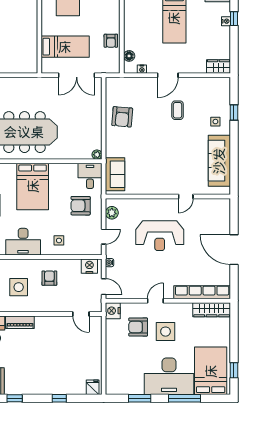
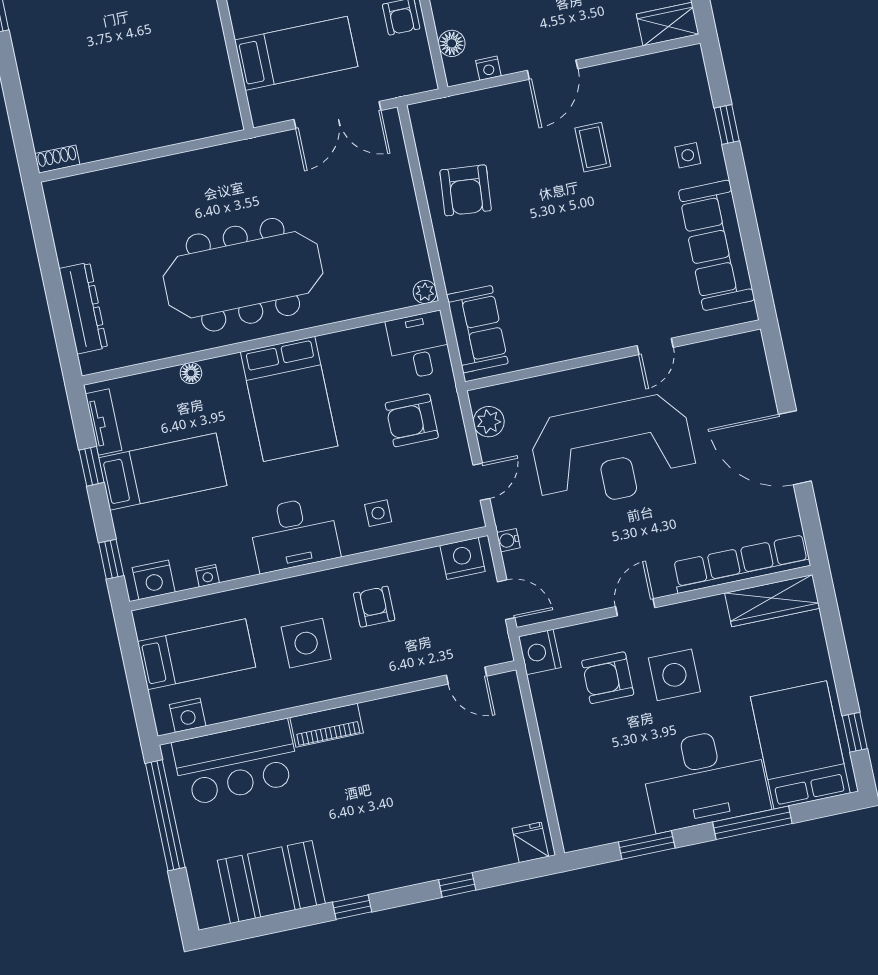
reception desk: (160, 236) -> (613, 452), width x1.36, depth x1.30

